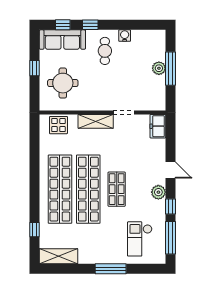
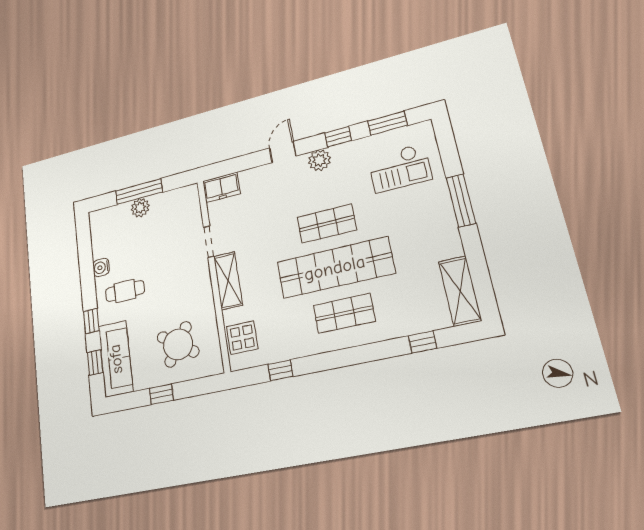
round table: (63, 83) -> (178, 344), turned 34
window: (34, 145) -> (280, 370), added
shop shelf: (60, 189) -> (344, 313), width x0.50, depth x0.74
window: (171, 238) -> (387, 123), width x0.69

